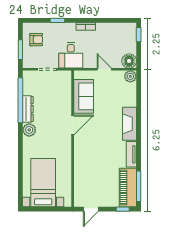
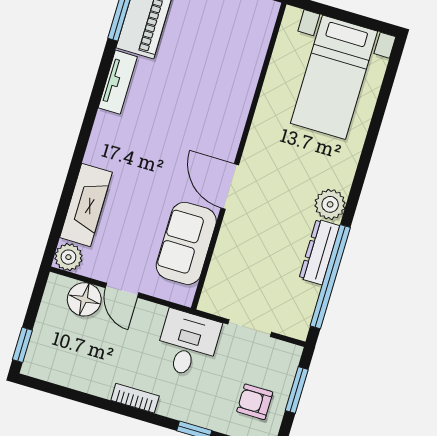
floor lamp: (129, 61) -> (84, 299), moved
fireplace: (129, 124) -> (86, 205), moved
door: (73, 125) -> (230, 186), hinge flipped

